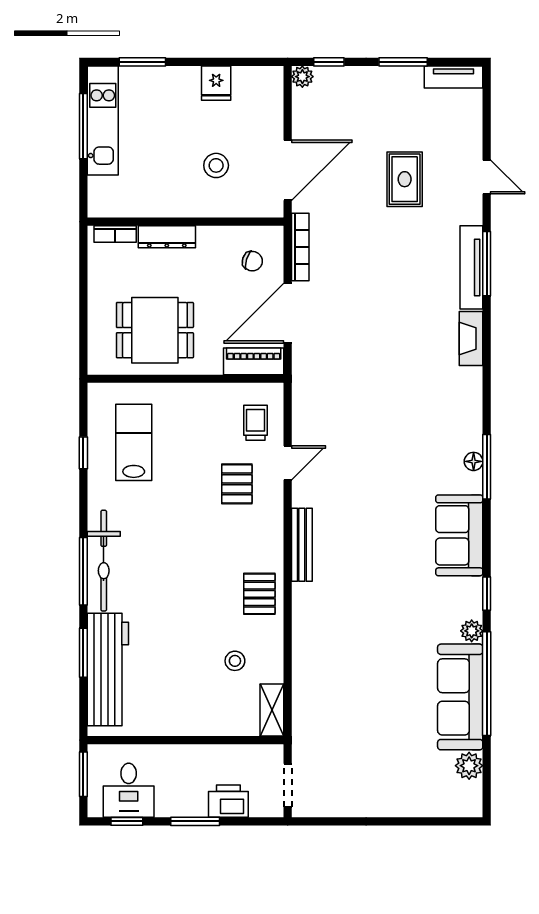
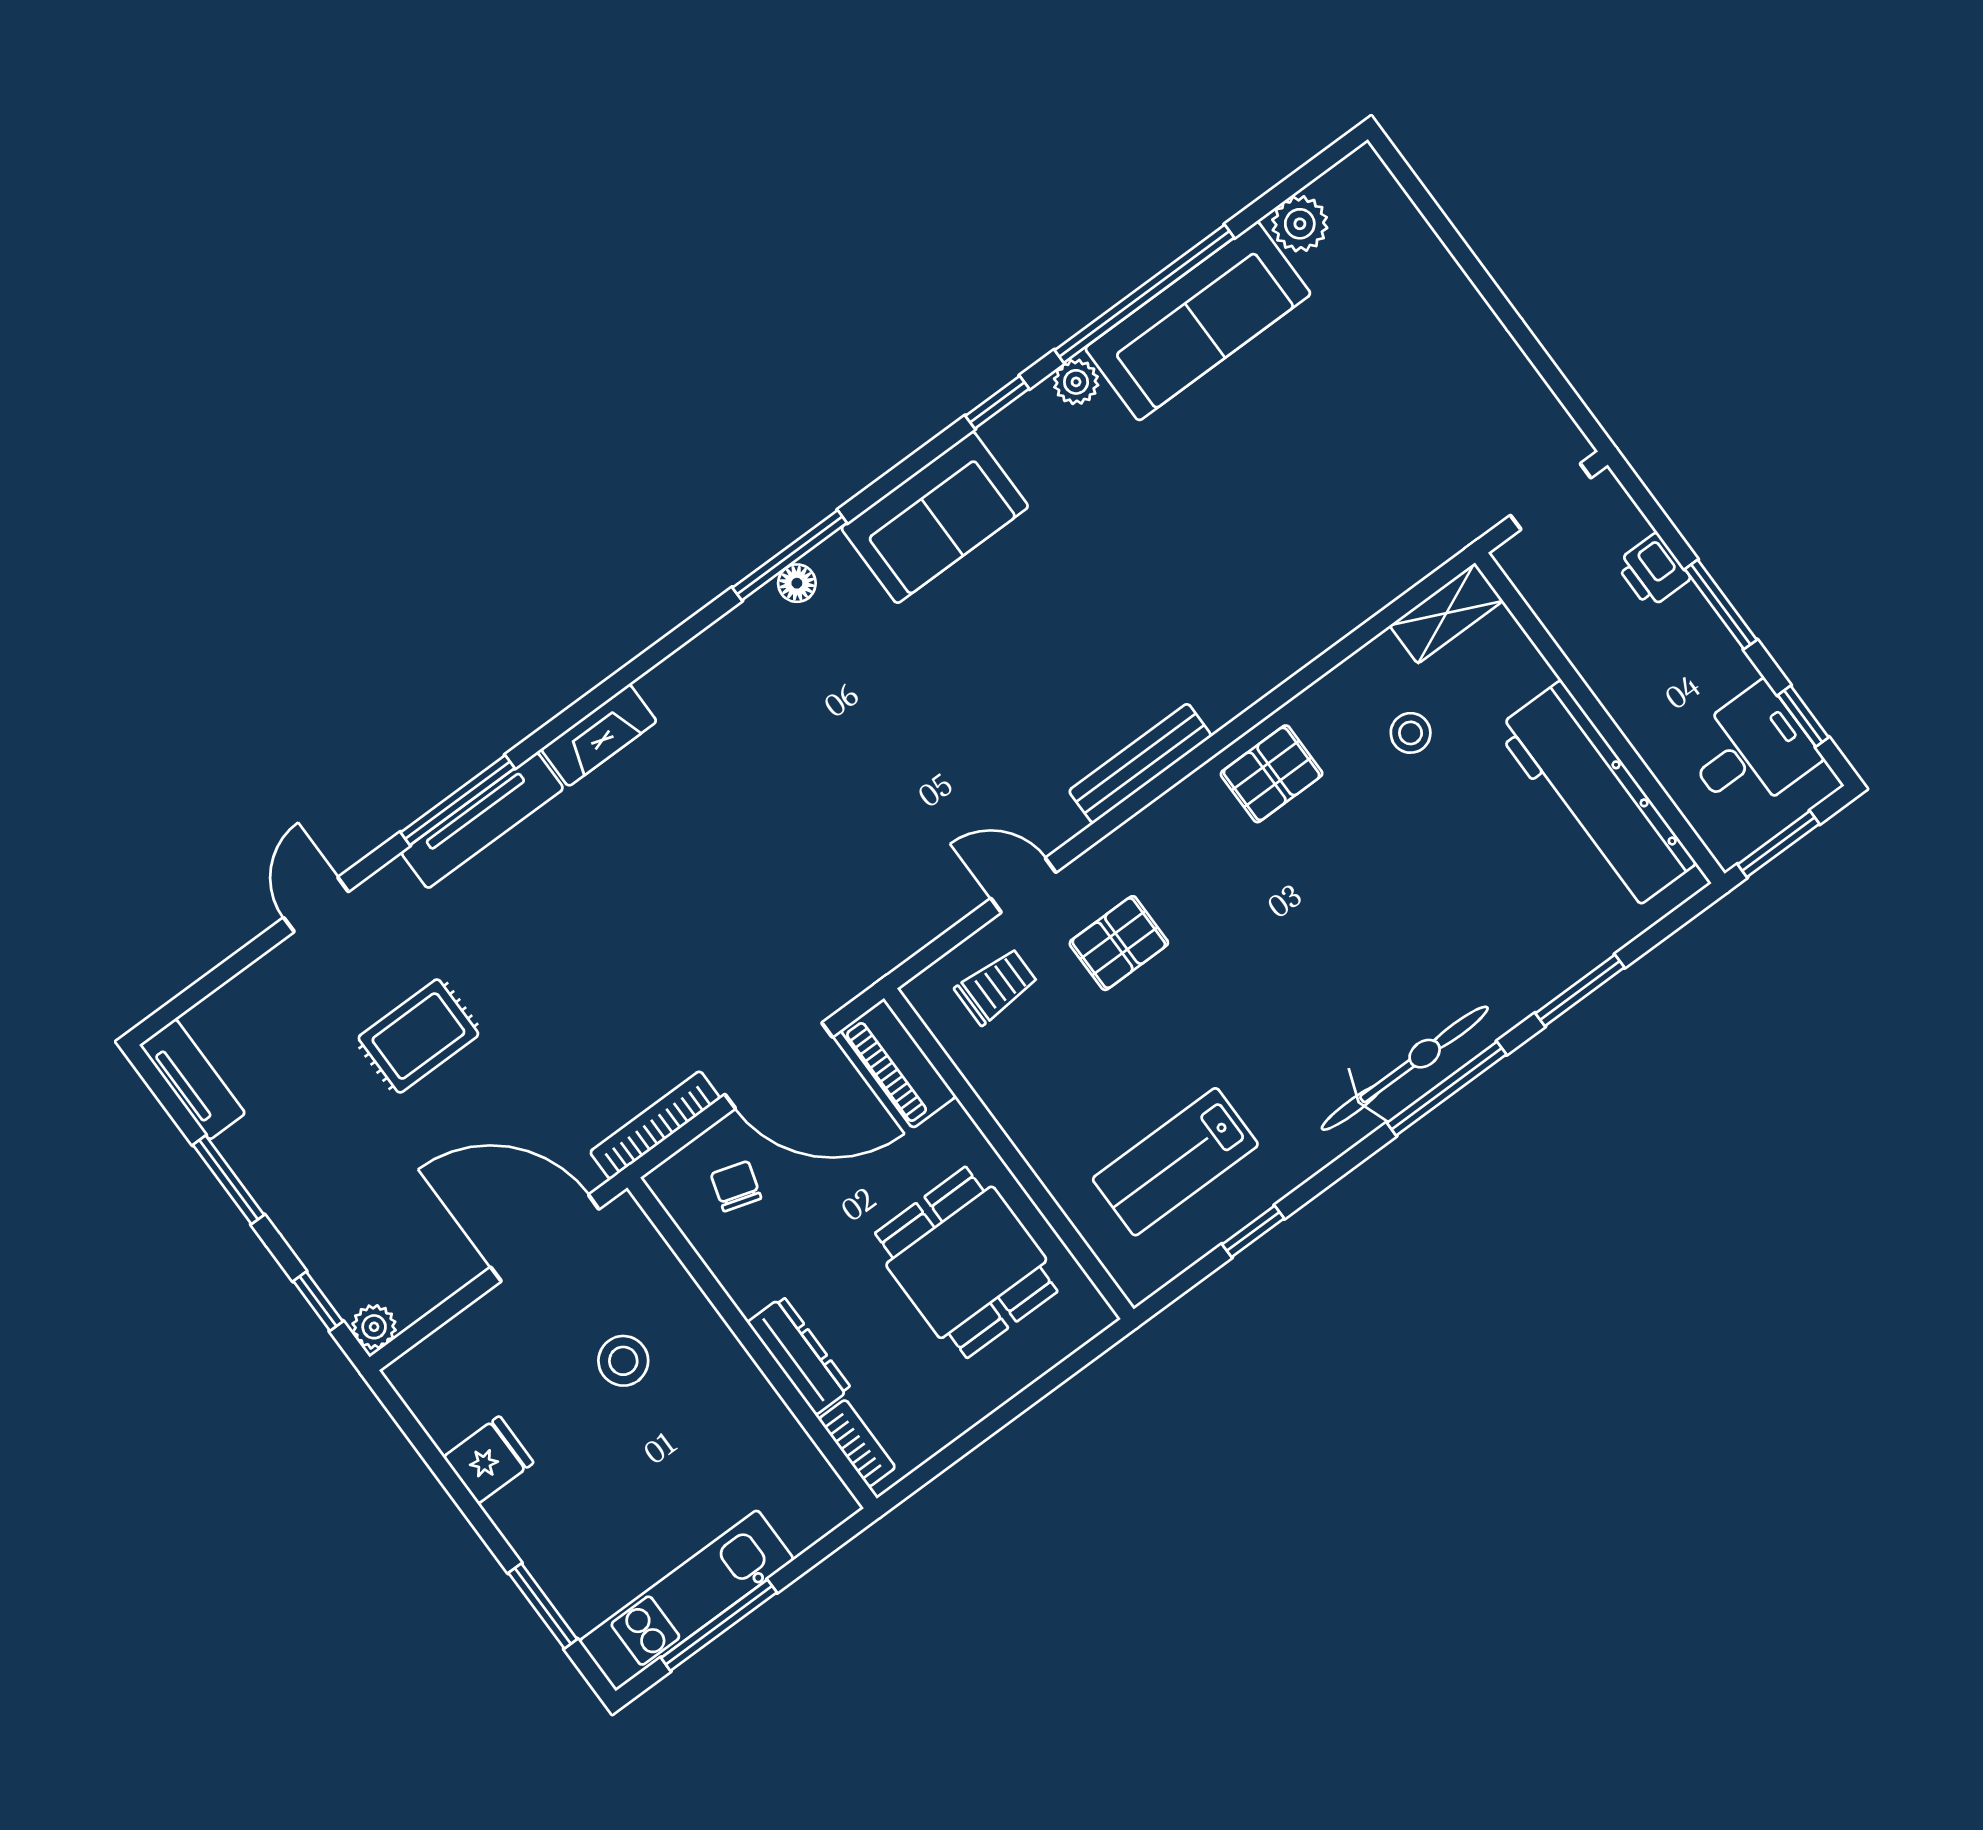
trolley: (256, 423) -> (996, 986), turned 180
workbench: (108, 670) -> (1595, 796), moved, turned -90
printer: (228, 801) -> (1653, 571), width x0.73, depth x0.81

